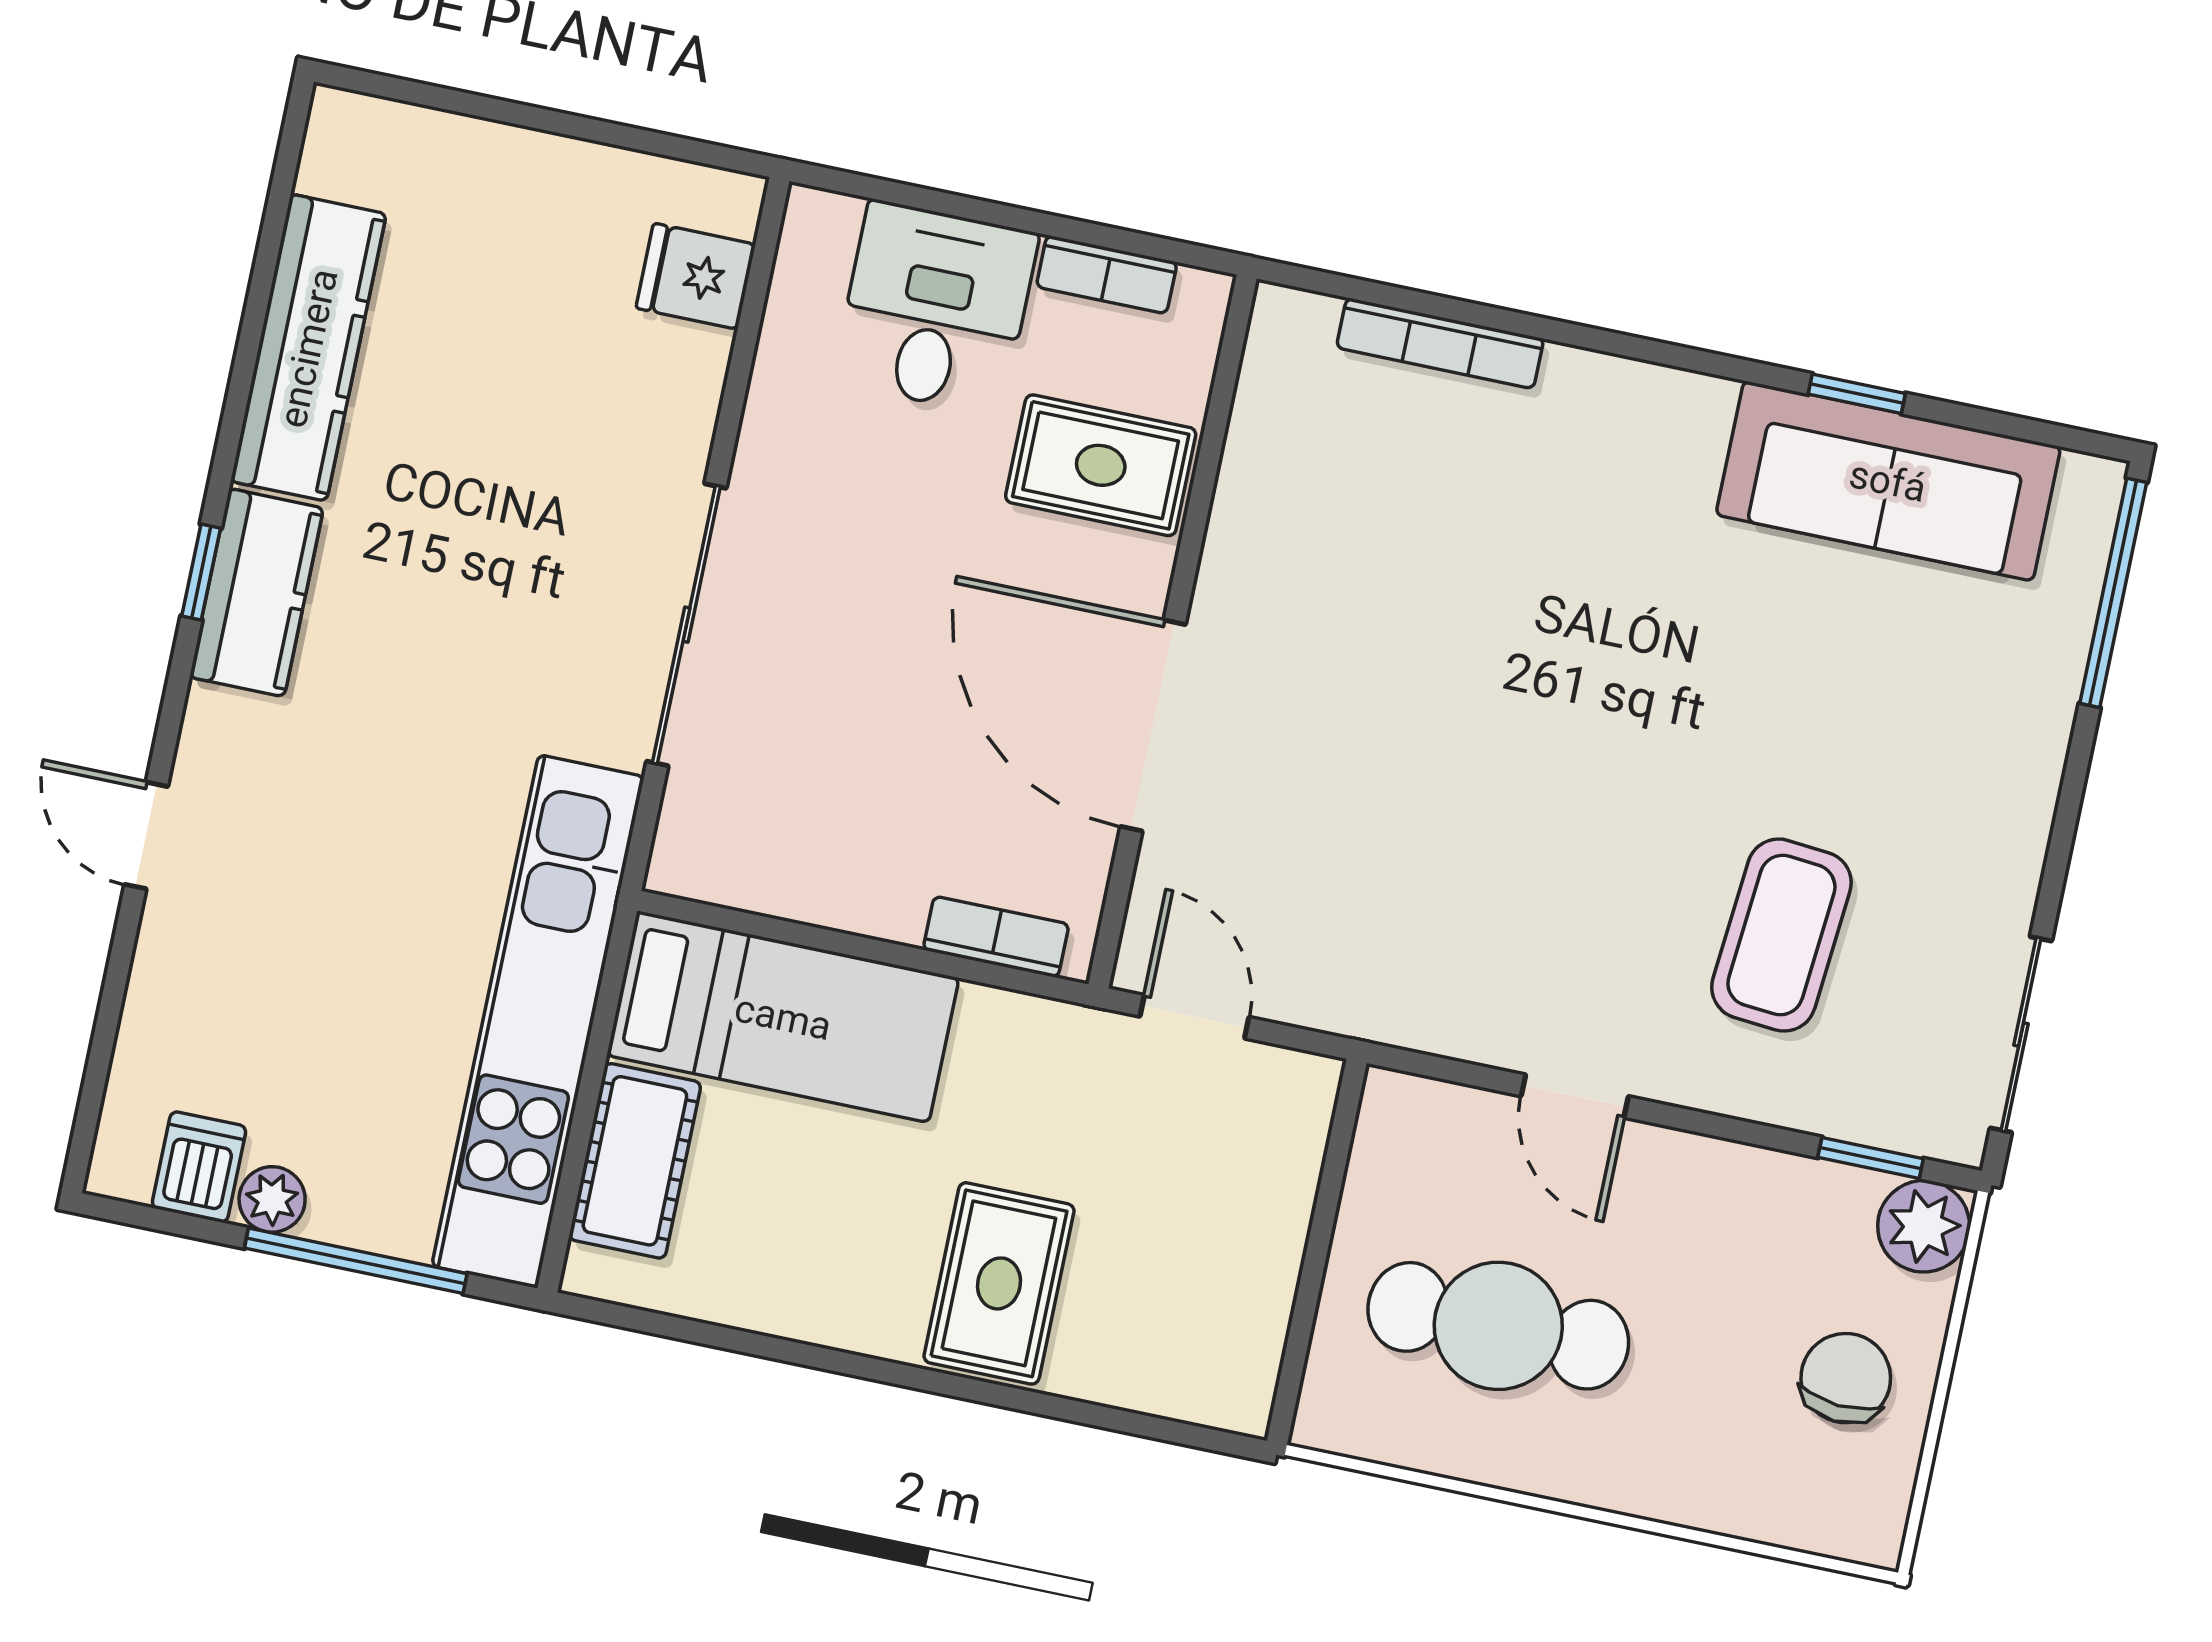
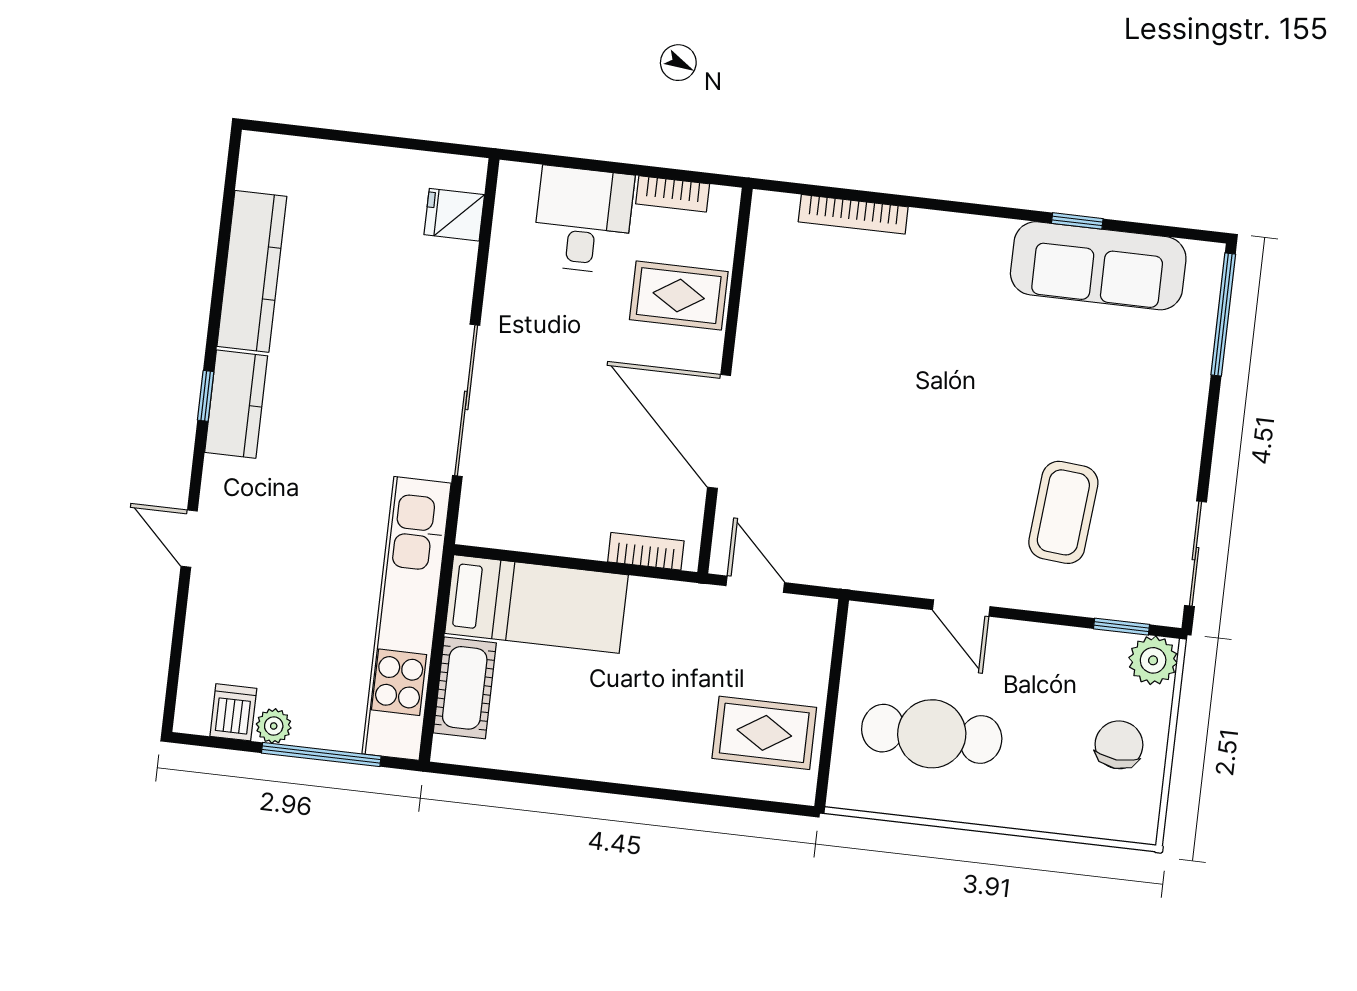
rug: (999, 1283) -> (764, 733), moved, turned 90

